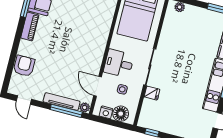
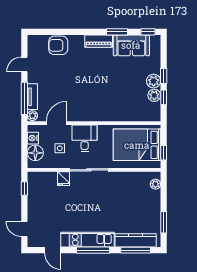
armchair: (24, 66) -> (58, 45), turned 180
door: (24, 100) -> (24, 65), moved
tv unit: (62, 102) -> (32, 97), width x0.71

